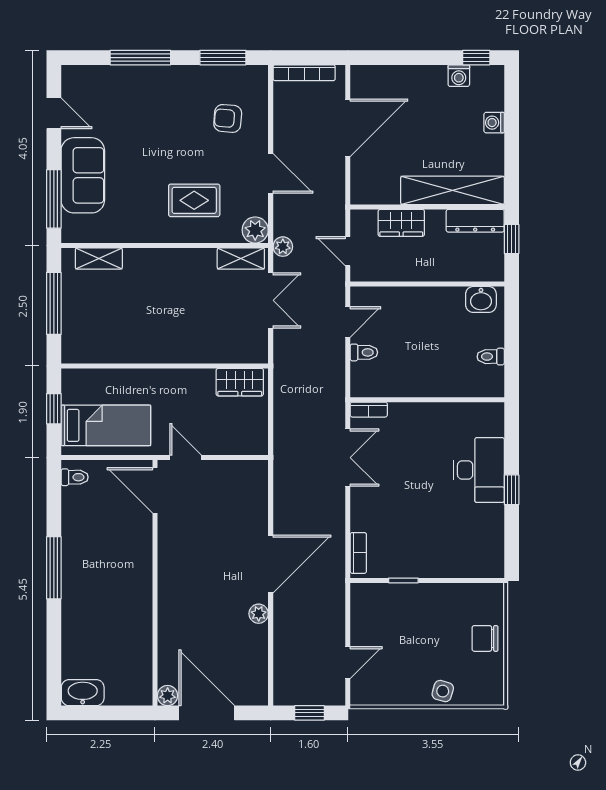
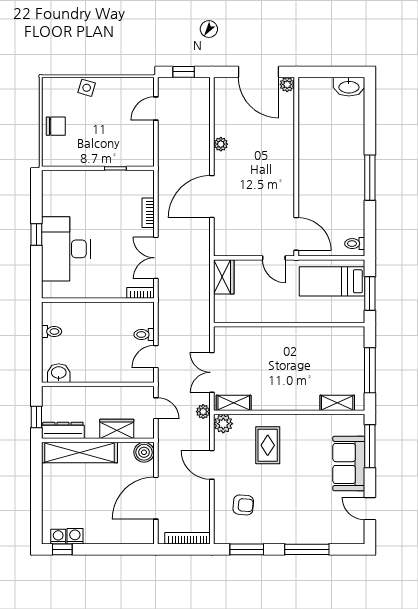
washing machine: (494, 123) -> (58, 537), moved, turned -90
boiler: (364, 191) -> (144, 452), added
rug: (194, 200) -> (268, 445), turned 90
wardrobe: (240, 382) -> (224, 277), moved, turned 90
window: (54, 409) -> (370, 293), width x1.50
desk: (479, 470) -> (66, 249), width x1.36, depth x1.30
bookcase: (358, 553) -> (148, 213), moved
door: (271, 564) -> (212, 197), moved

